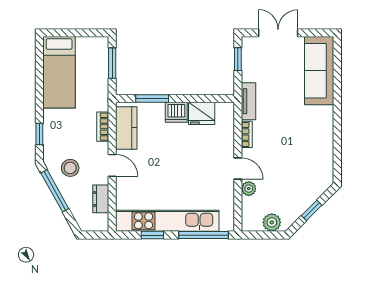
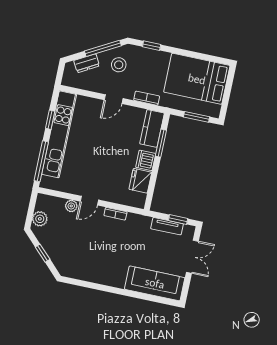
bed: (59, 72) -> (197, 79), width x1.50
tv unit: (249, 101) -> (167, 226), moved
kitchen counter: (126, 128) -> (152, 128), moved, turned 90
dresser: (101, 199) -> (87, 63), moved, turned 151

